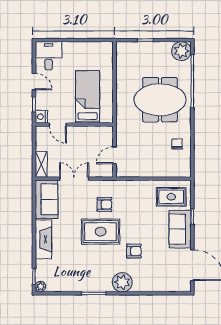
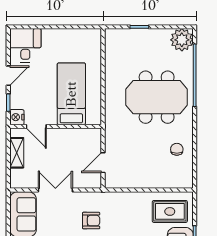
door: (34, 82) -> (8, 76), hinge flipped
shelving: (41, 164) -> (17, 153), moved

